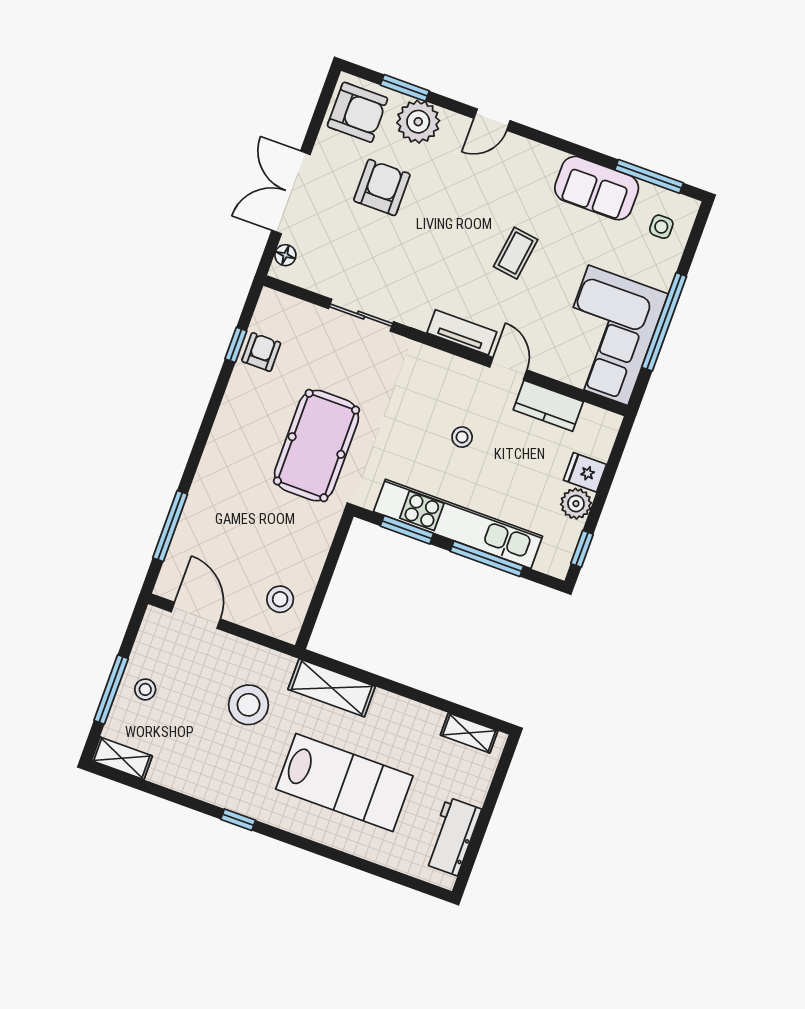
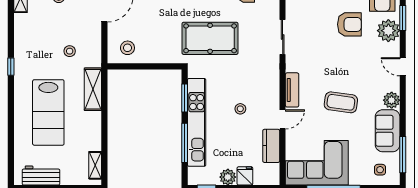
plant: (545, 161) -> (392, 100), added
coffee table: (516, 253) -> (341, 102), width x1.36, depth x1.30
stool: (249, 705) -> (70, 51), width x0.53, depth x0.53

